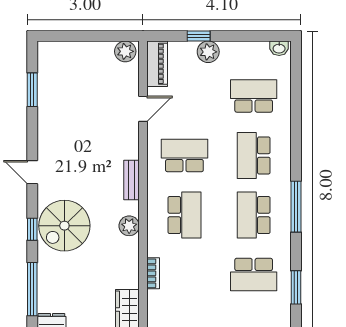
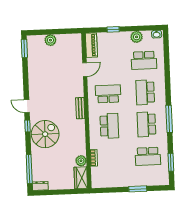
plant: (125, 51) -> (50, 40), moved
plant: (208, 52) -> (137, 37), moved
window: (32, 90) -> (24, 48), moved
school desk: (254, 96) -> (144, 60), turned 180
spiral stairs: (64, 226) -> (45, 134), turned 180
plant: (129, 226) -> (81, 161), moved
window: (32, 229) -> (28, 126), moved

